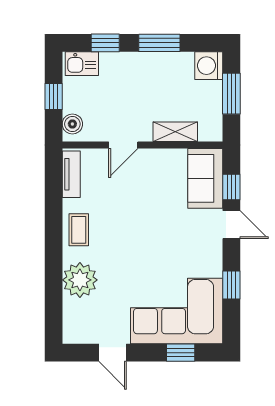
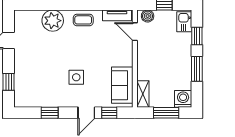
shelving: (175, 132) -> (143, 94), moved
door: (123, 145) -> (135, 32), moved
sofa: (205, 178) -> (122, 85), moved, turned -90
side table: (173, 241) -> (76, 77), added
corner sofa: (177, 311) -> (34, 79), removed

